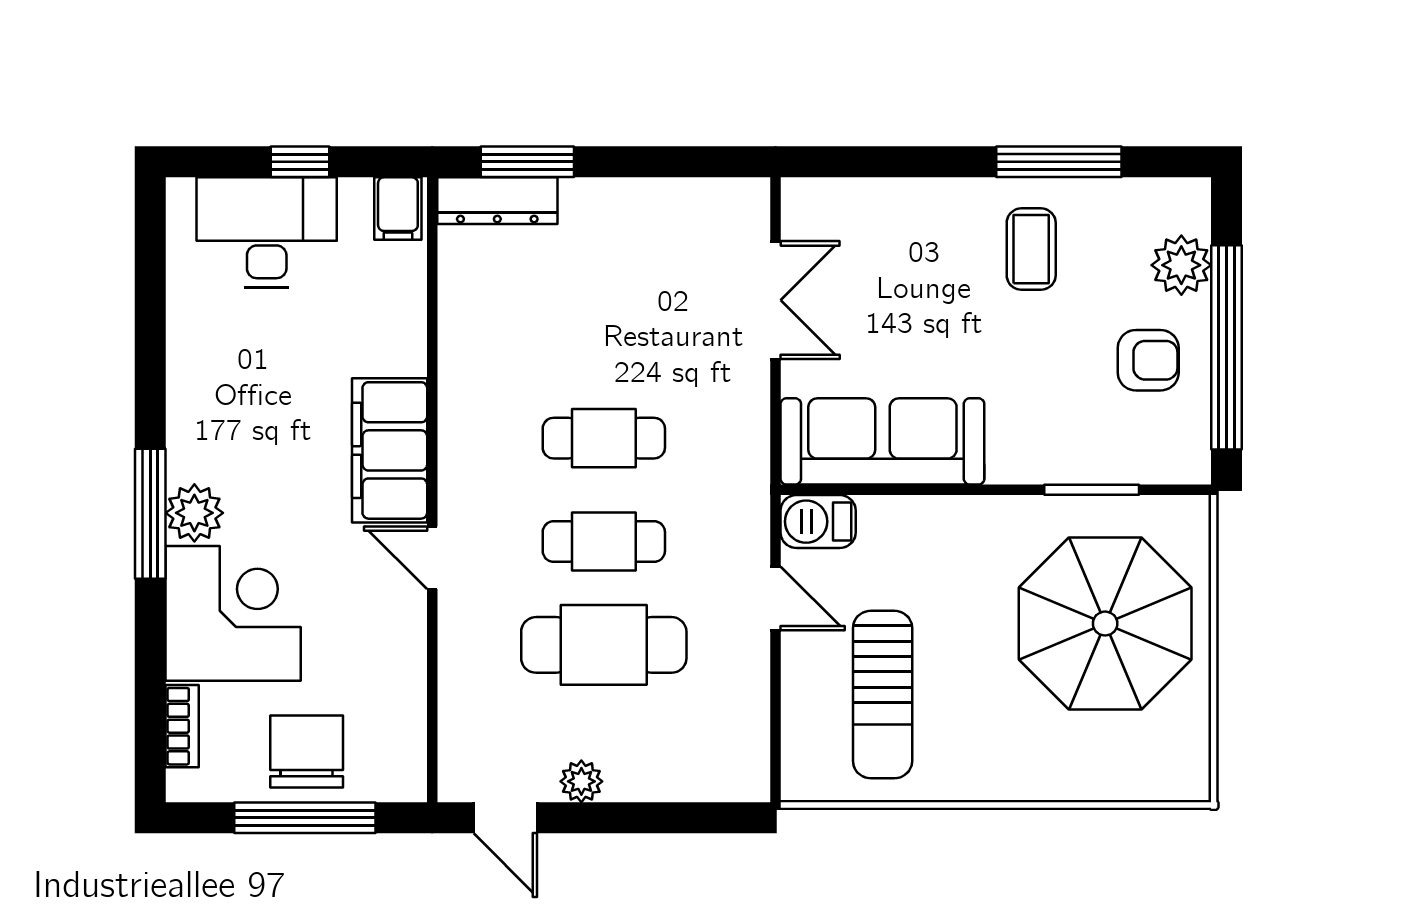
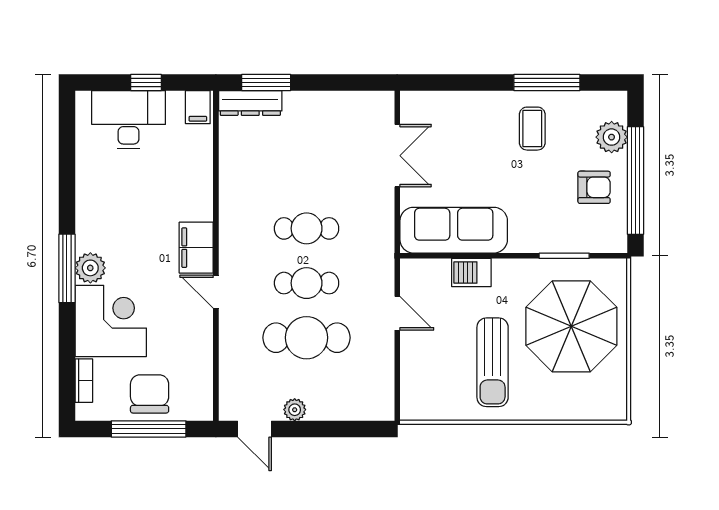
filing cabinet: (390, 450) -> (196, 248), width x0.67, depth x0.86
barbecue: (818, 522) -> (471, 272), moved
sun lounger: (883, 695) -> (493, 362), moved

